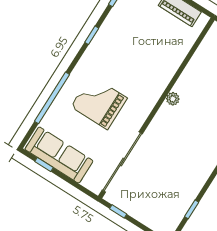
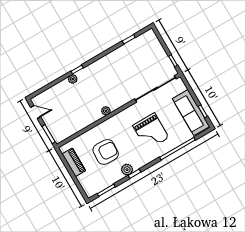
plant: (104, 36) -> (127, 170), added
armchair: (145, 44) -> (106, 152), added

